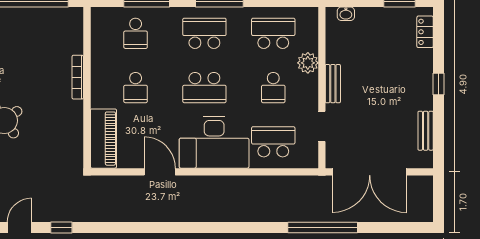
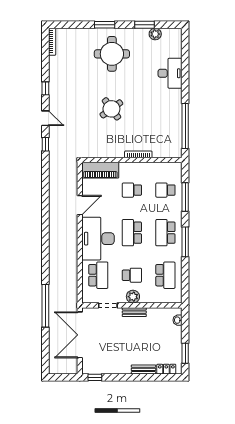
school desk: (204, 33) -> (165, 233), turned 180
plant: (308, 63) -> (133, 297), moved
window: (438, 84) -> (95, 377), moved
school desk: (273, 88) -> (132, 275), turned 180
bench: (426, 131) -> (143, 369), moved

